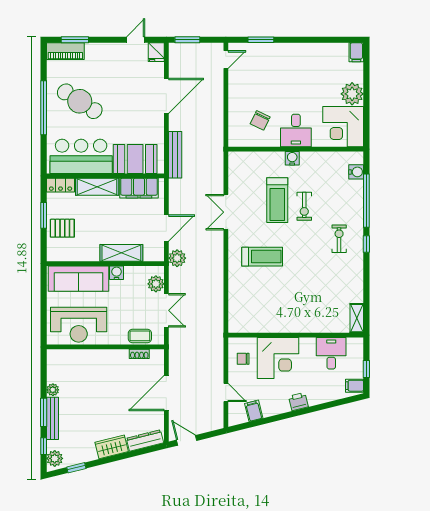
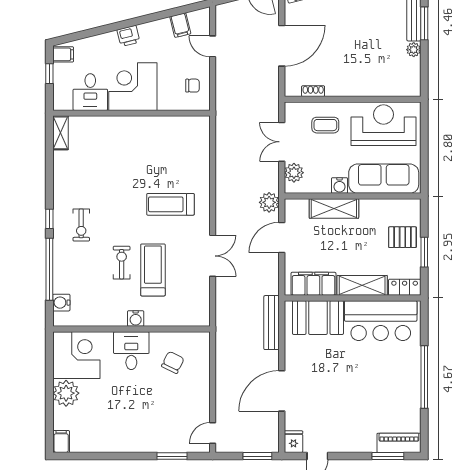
cafe table: (80, 101) -> (382, 385), removed
coffee table: (140, 336) -> (325, 125), moved
corner desk: (278, 358) -> (133, 87), moved

